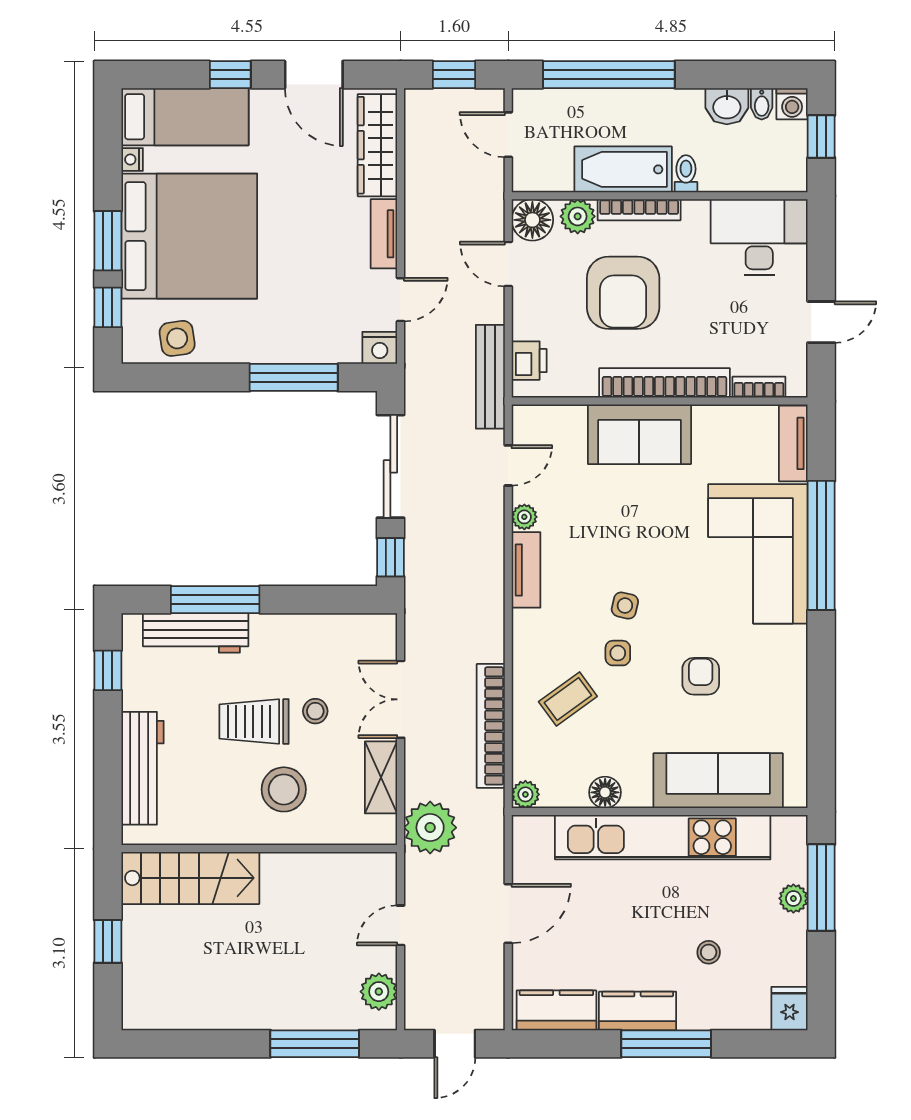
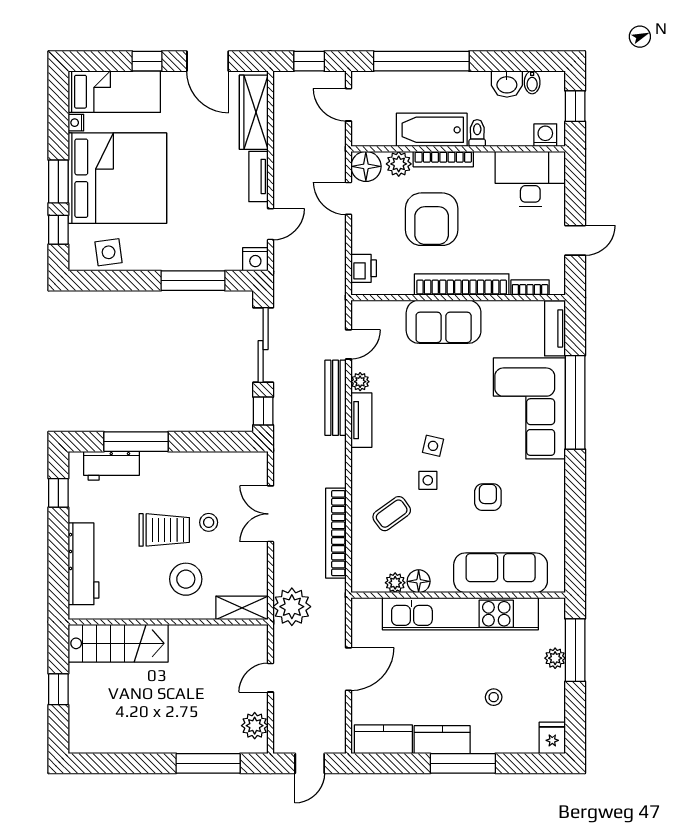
washing machine: (792, 104) -> (545, 135), moved, turned 180
bench: (490, 377) -> (336, 398), moved
workbench: (196, 633) -> (111, 466), width x0.73
trolley: (254, 721) -> (164, 530), turned 180
shelving: (381, 777) -> (242, 608), moved, turned 90
plant: (525, 794) -> (395, 583), moved

